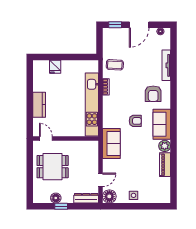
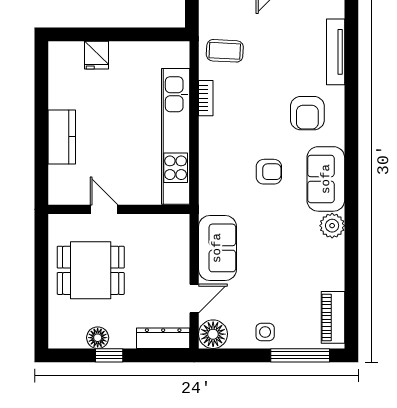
door: (46, 138) -> (104, 209), moved
sofa: (111, 144) -> (217, 248), moved
piano: (165, 165) -> (333, 317), moved
window: (150, 206) -> (300, 355), added

